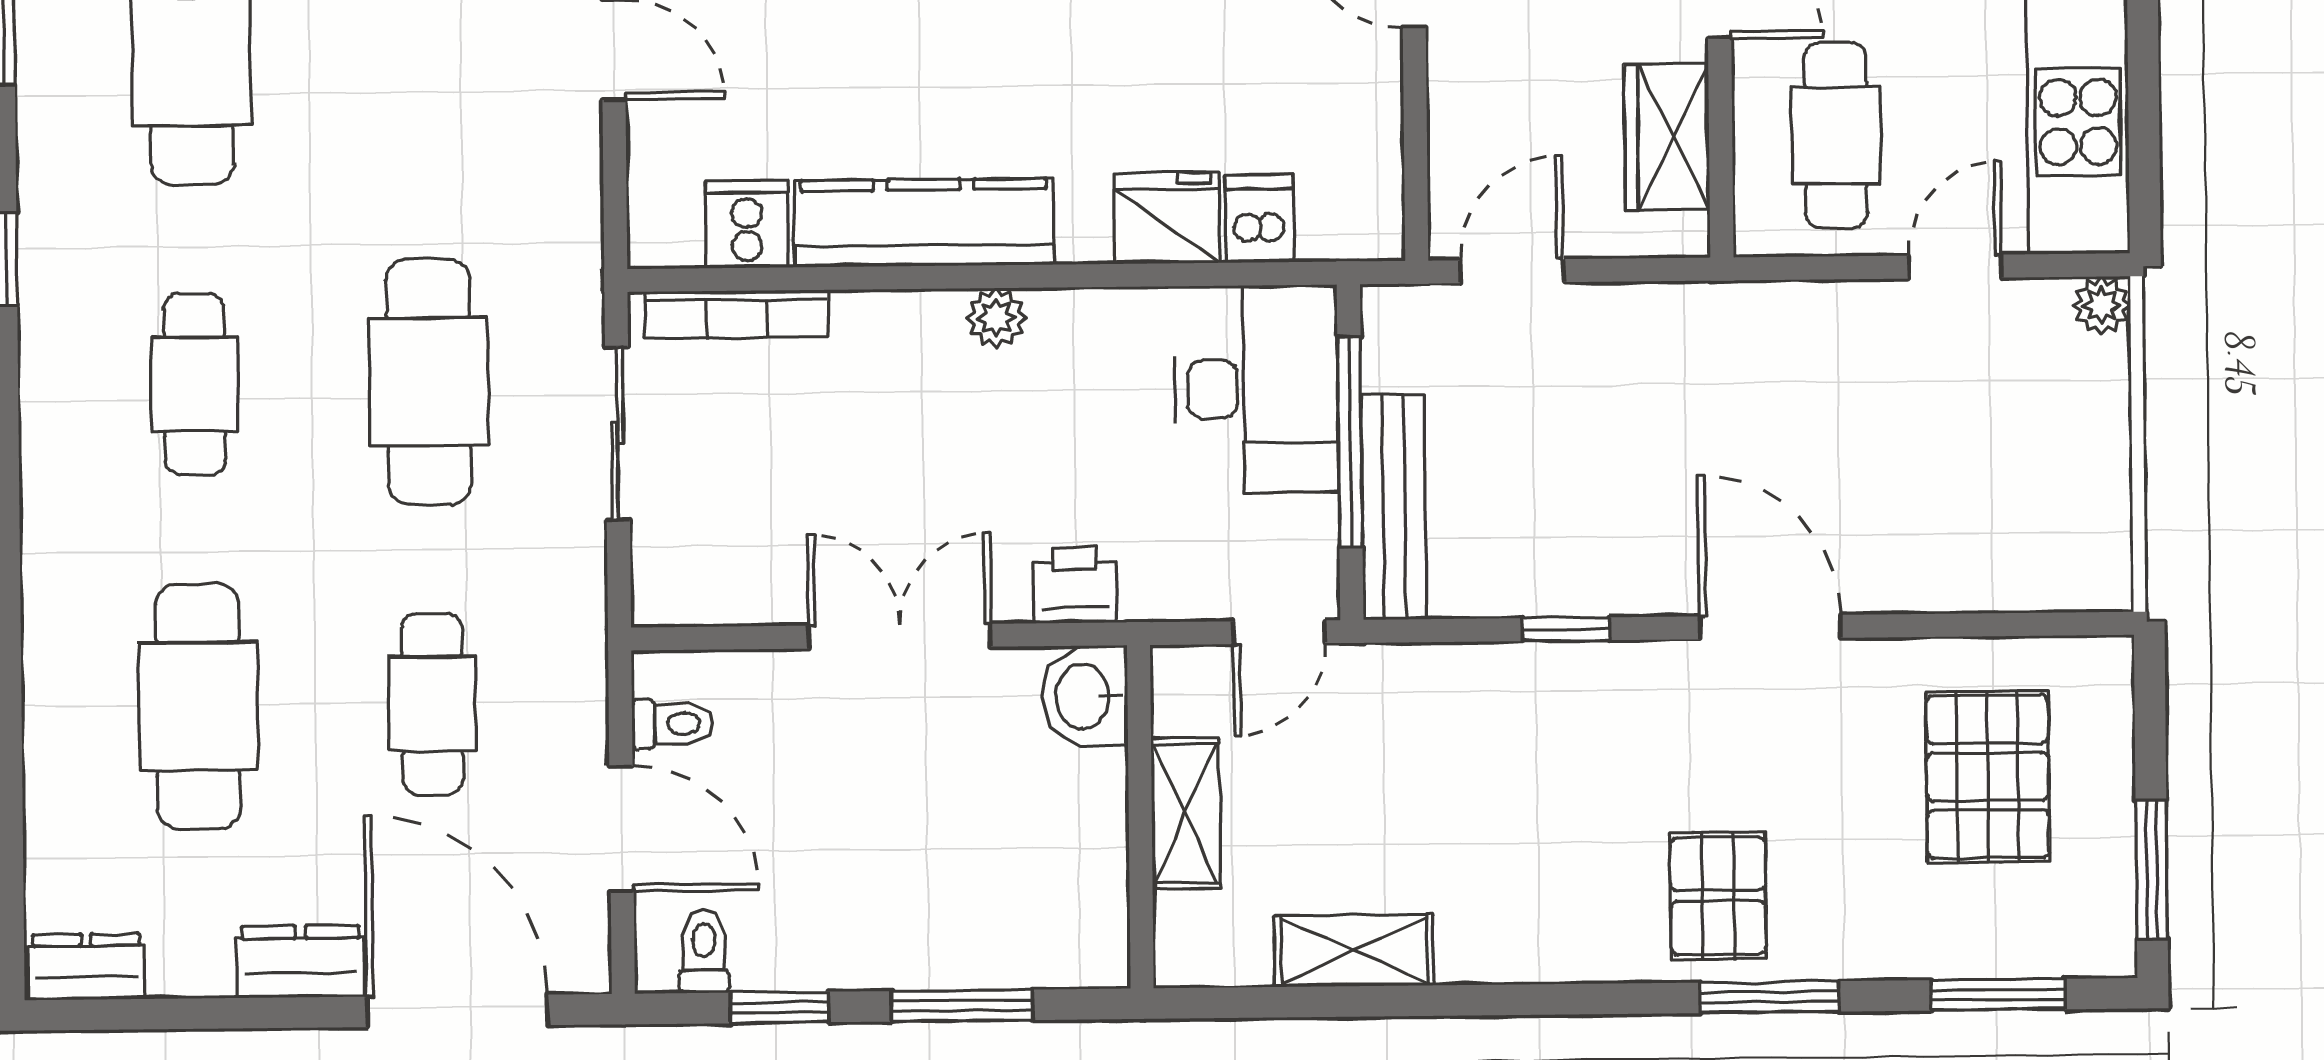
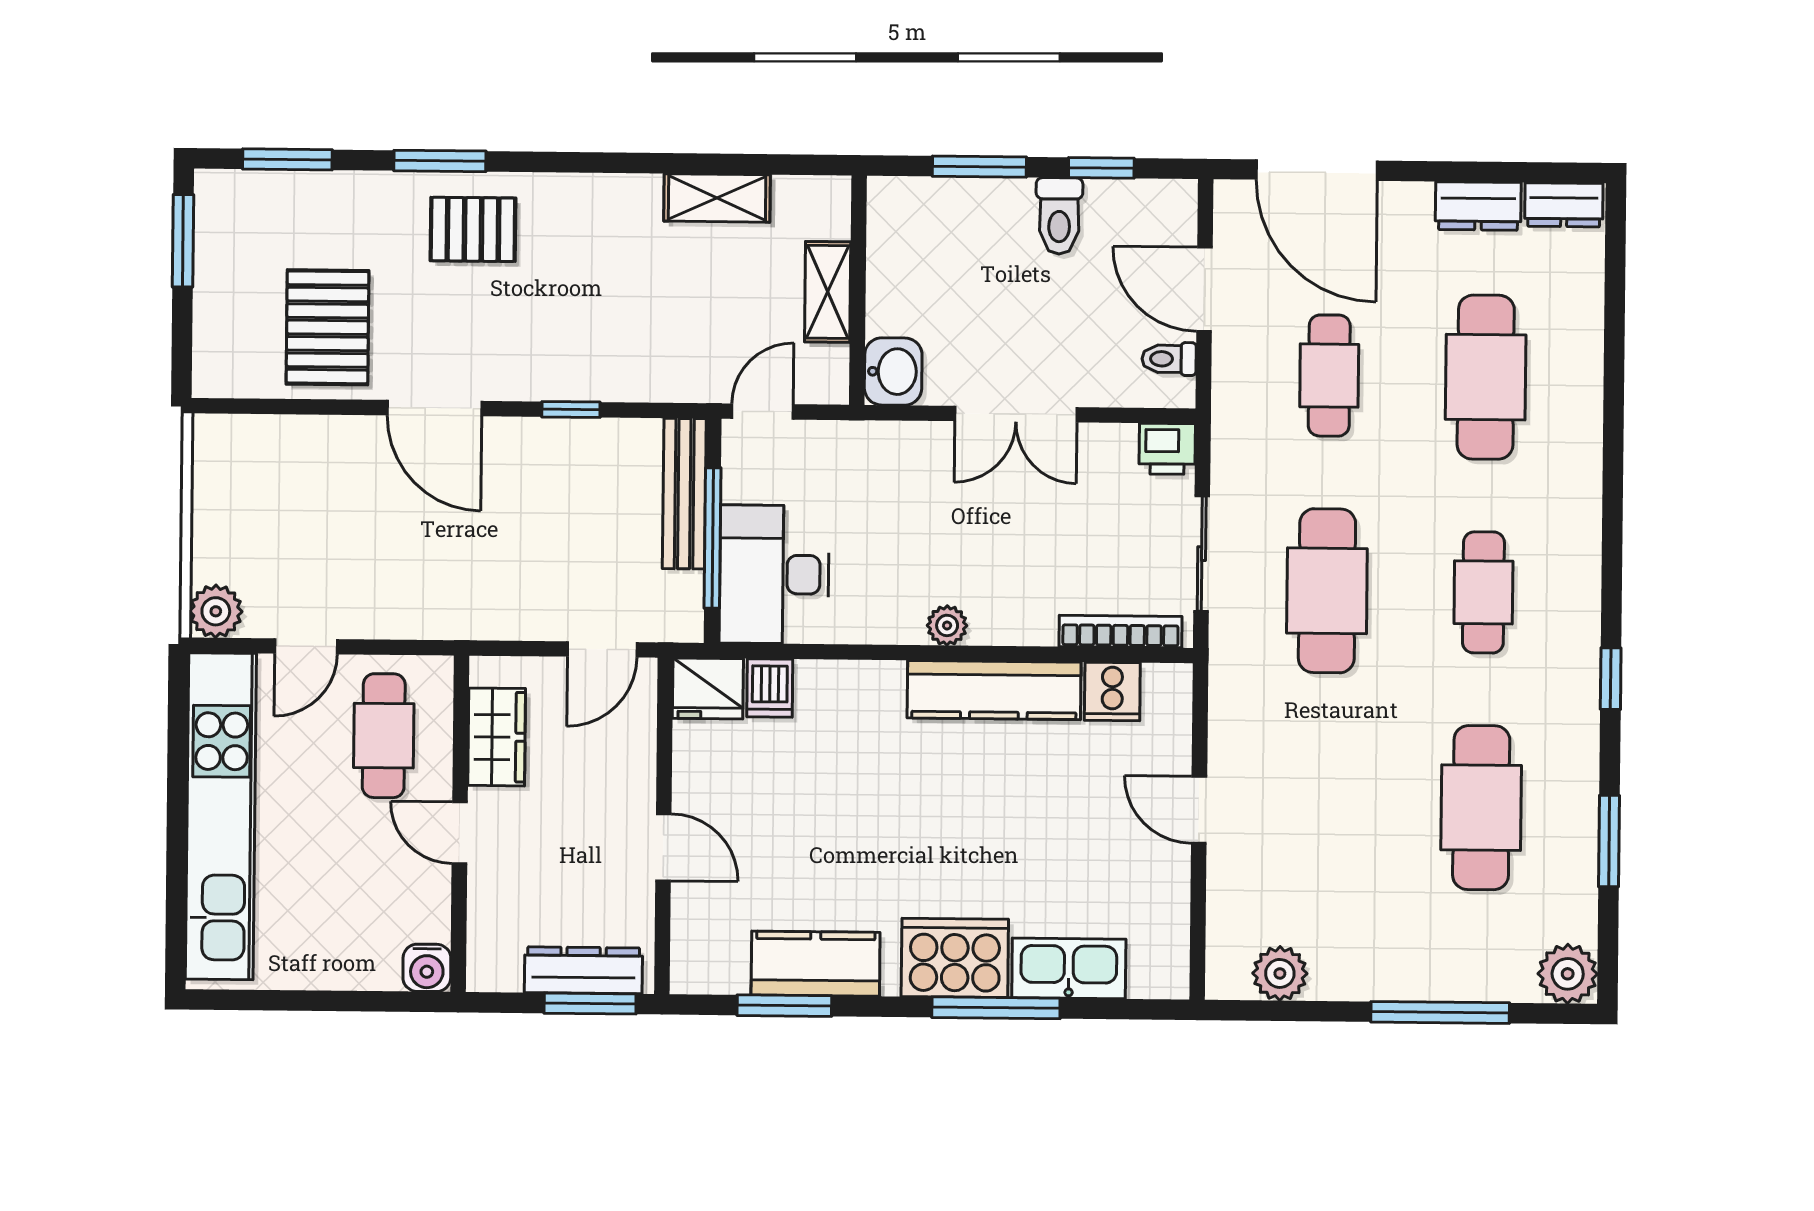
fridge: (1167, 218) -> (708, 688), moved
plant: (2102, 305) -> (216, 611), width x1.38, depth x1.38
printer: (1075, 585) -> (1167, 449), moved
pallet: (1988, 777) -> (327, 327), moved
pallet: (1718, 896) -> (473, 229), turned 90
toilet: (704, 952) -> (1059, 216), moved, width x1.37, depth x1.39
dresser: (301, 961) -> (1478, 206), moved

